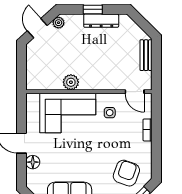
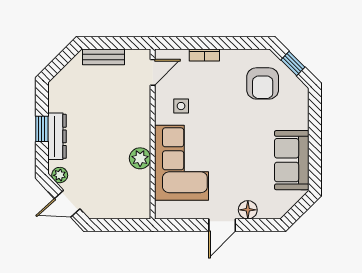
dresser: (101, 21) -> (57, 136), moved
armchair: (126, 173) -> (263, 83), turned -110

